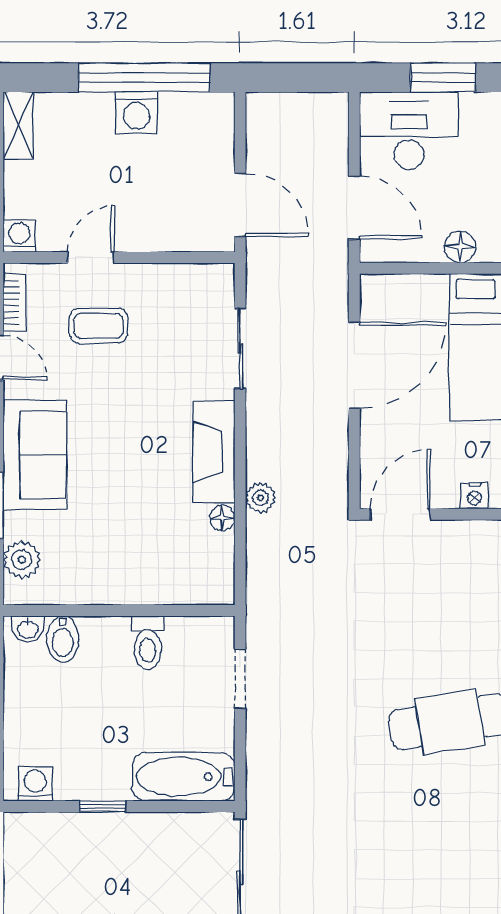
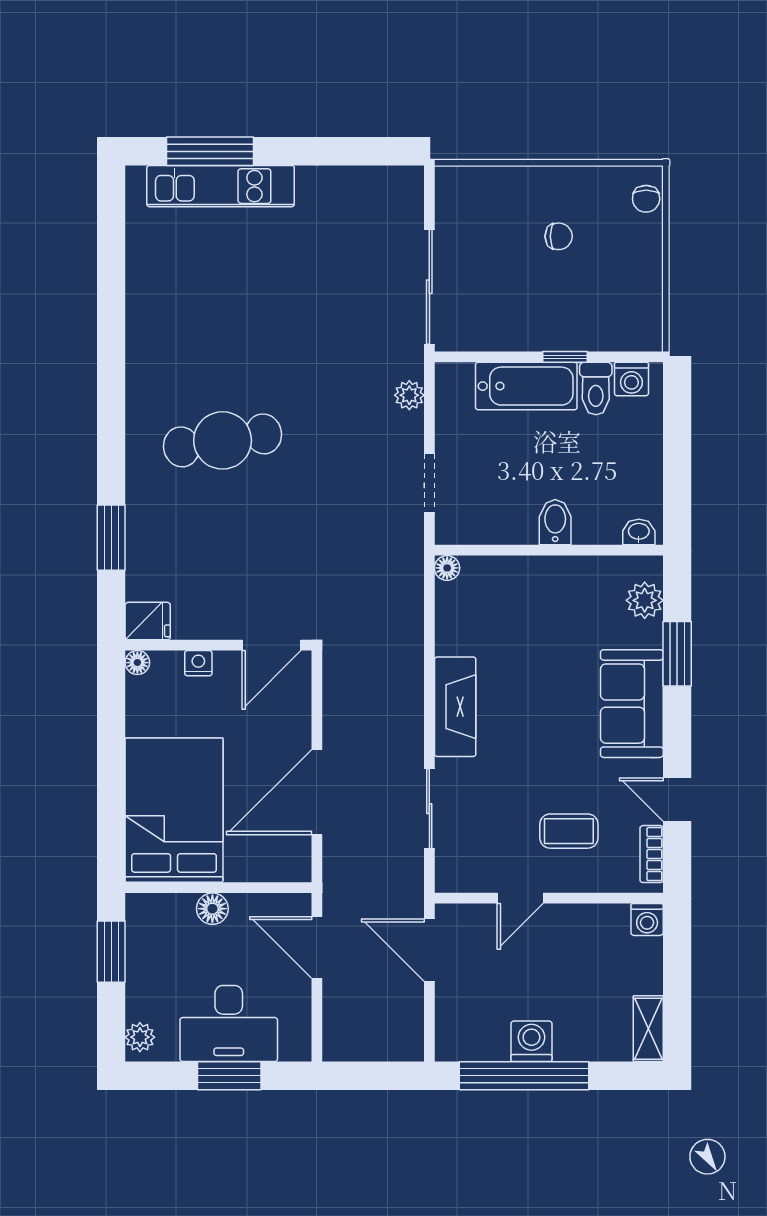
desk: (409, 131) -> (229, 1023), moved
door: (91, 258) -> (520, 898), moved
plant: (260, 498) -> (409, 395), moved
floor lamp: (222, 518) -> (447, 568), moved
bidet: (63, 639) -> (555, 522), moved
toilet: (148, 642) -> (596, 389), moved, turned 180
bathtub: (183, 777) -> (526, 386), moved

